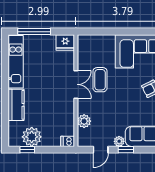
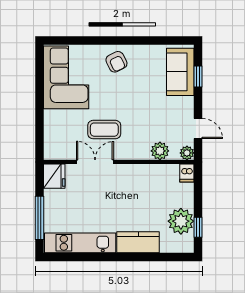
double door: (76, 84) -> (95, 162), moved
plant: (119, 141) -> (187, 153), moved
window: (126, 150) -> (198, 77), moved

